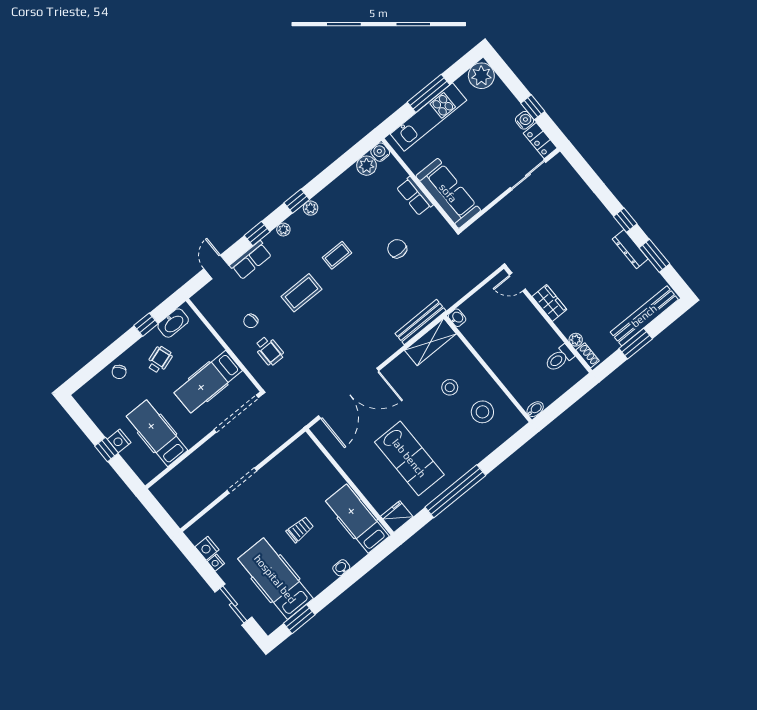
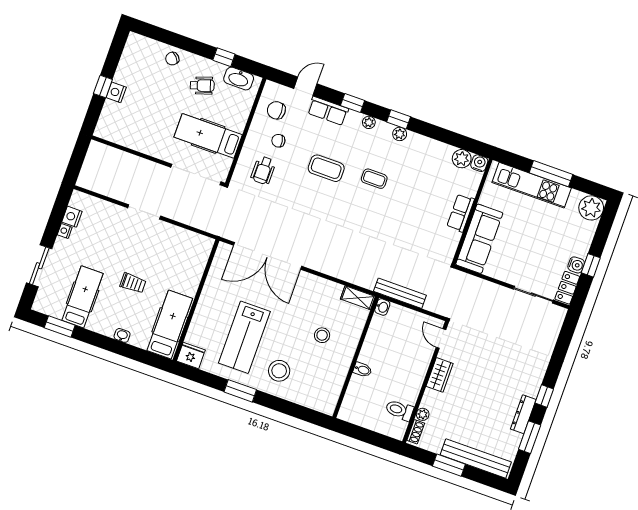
chair: (397, 249) -> (276, 110), moved, turned -90
bench: (420, 322) -> (400, 293), moved
shelving: (430, 342) -> (358, 298), width x0.67, depth x0.75
bidet: (535, 409) -> (362, 370), moved
stool: (482, 412) -> (279, 371), moved
hospital bed: (157, 433) -> (141, 120), removed
window: (455, 491) -> (240, 391), width x0.47
hospital bed: (275, 579) -> (83, 297), width x0.73, depth x0.78

